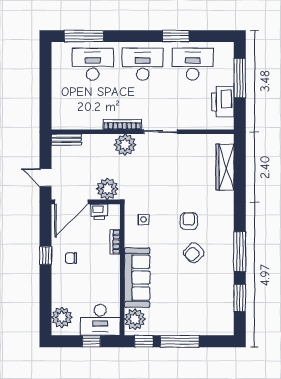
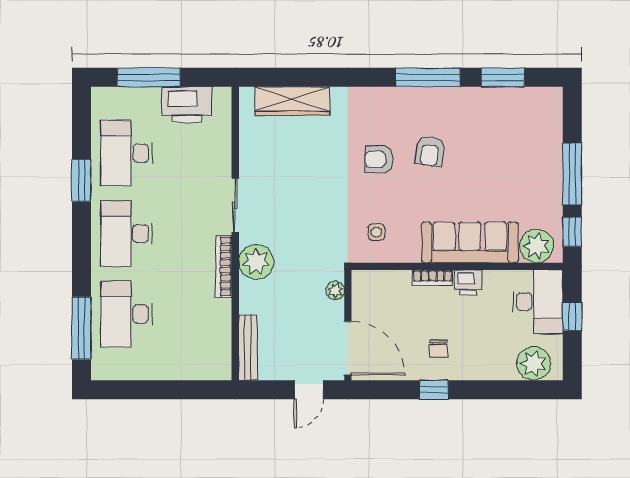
bench: (66, 140) -> (248, 347), width x1.36
plant: (107, 189) -> (335, 290), width x0.53, depth x0.53
printer: (99, 212) -> (468, 282), moved, turned 90
bookcase: (115, 242) -> (433, 278), moved
armchair: (194, 253) -> (430, 151), turned 52

